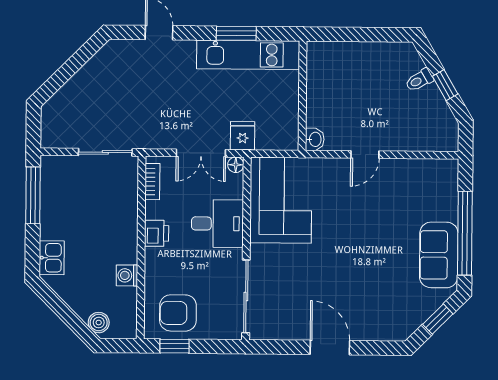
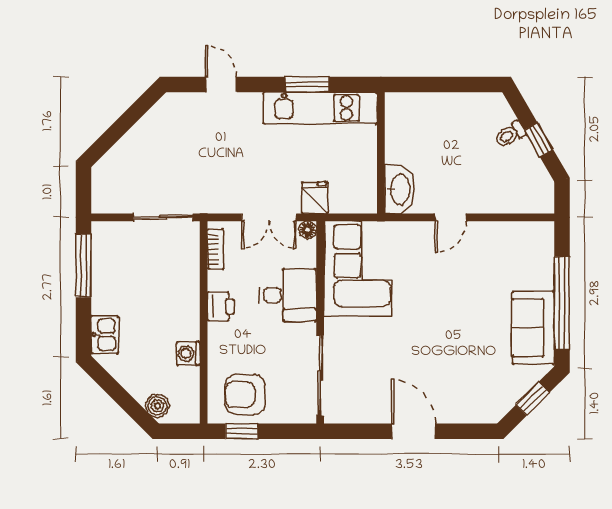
washbasin: (315, 139) -> (399, 189), width x1.91, depth x1.45

